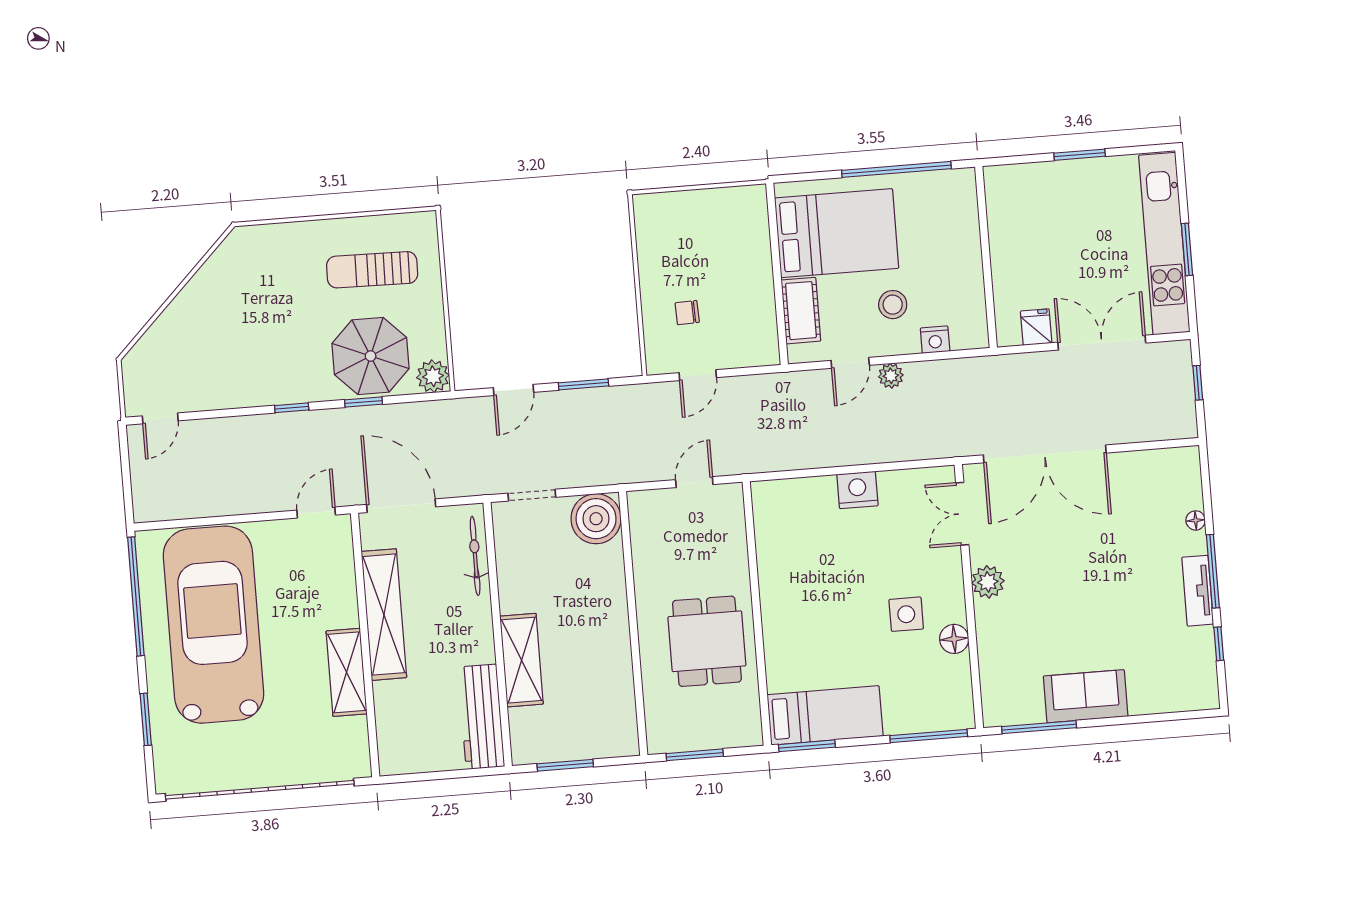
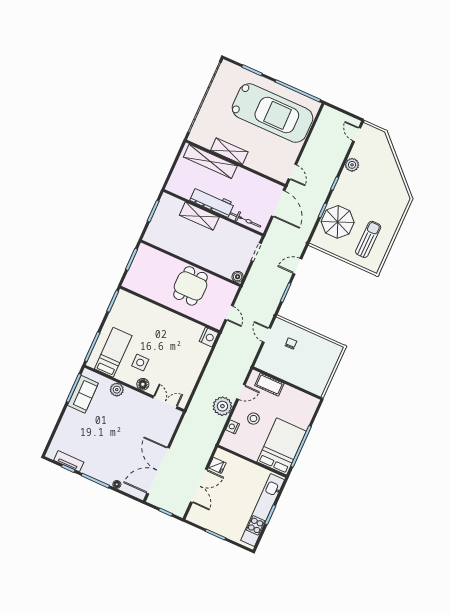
bed: (837, 233) -> (282, 446), moved, turned 180
kitchen unit: (1164, 244) -> (263, 510), moved, turned -90
door: (850, 363) -> (241, 392), swing flipped
plant: (433, 376) -> (352, 165), moved
plant: (891, 376) -> (222, 406), width x1.87, depth x1.87
door: (514, 390) -> (297, 266), hinge flipped
double door: (1045, 454) -> (158, 471), moved
nightstand: (857, 490) -> (209, 337), moved
door: (401, 506) -> (278, 203), hinge flipped
boiler: (596, 519) -> (238, 277), width x0.54, depth x0.54
plant: (988, 582) -> (117, 390), moved
tv unit: (1198, 591) -> (69, 461), moved
shelving: (384, 615) -> (210, 161), moved
floor lamp: (954, 639) -> (143, 384), moved
dining table: (707, 641) -> (191, 286), moved, turned 90
sofa: (1086, 696) -> (83, 394), moved
bed: (825, 715) -> (113, 352), moved, turned 180
workbench: (481, 717) -> (212, 202), moved

